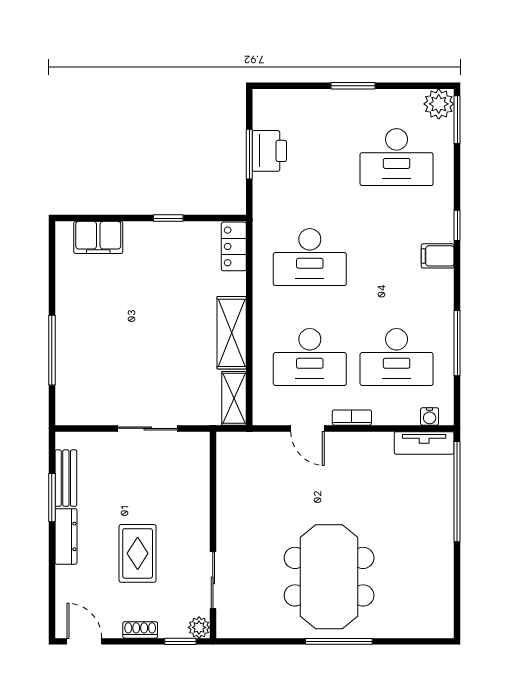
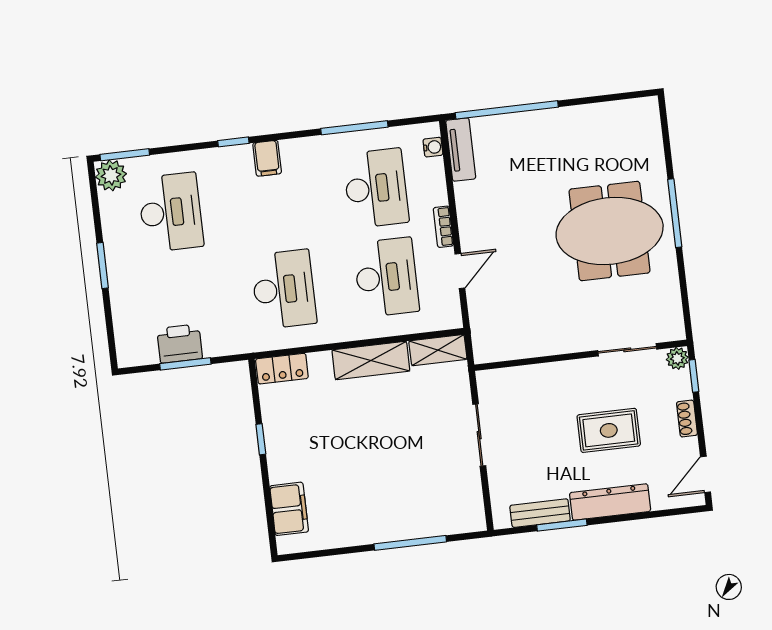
dresser: (66, 536) -> (610, 502), width x1.37, depth x1.24

